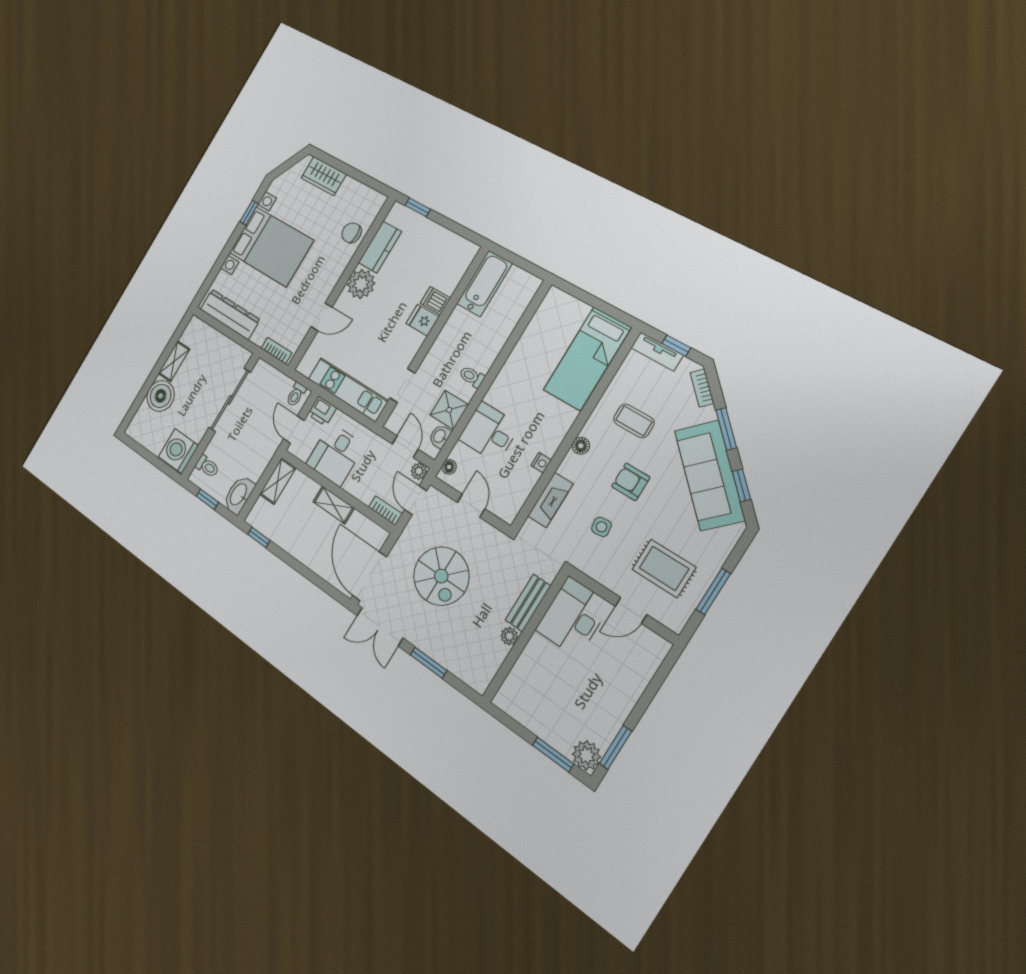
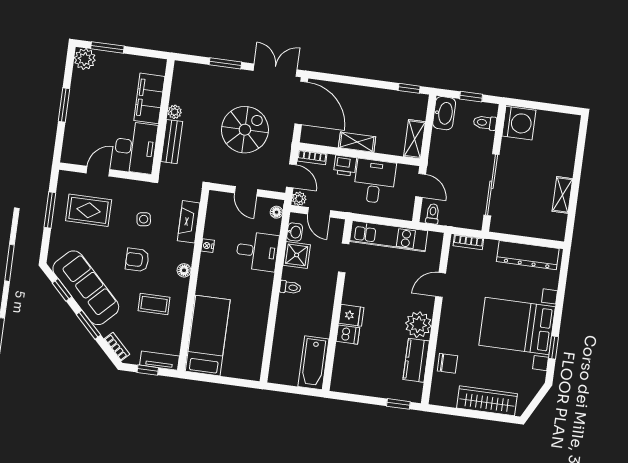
wardrobe: (324, 176) -> (487, 401), width x1.50
boiler: (161, 396) -> (560, 161), removed
printer: (322, 411) -> (345, 166), moved, turned 180
armchair: (631, 482) -> (137, 260), turned 180
spiral stairs: (441, 576) -> (245, 130), turned 90
filing cabinet: (531, 667) -> (149, 98), added
window: (616, 747) -> (64, 105), moved

